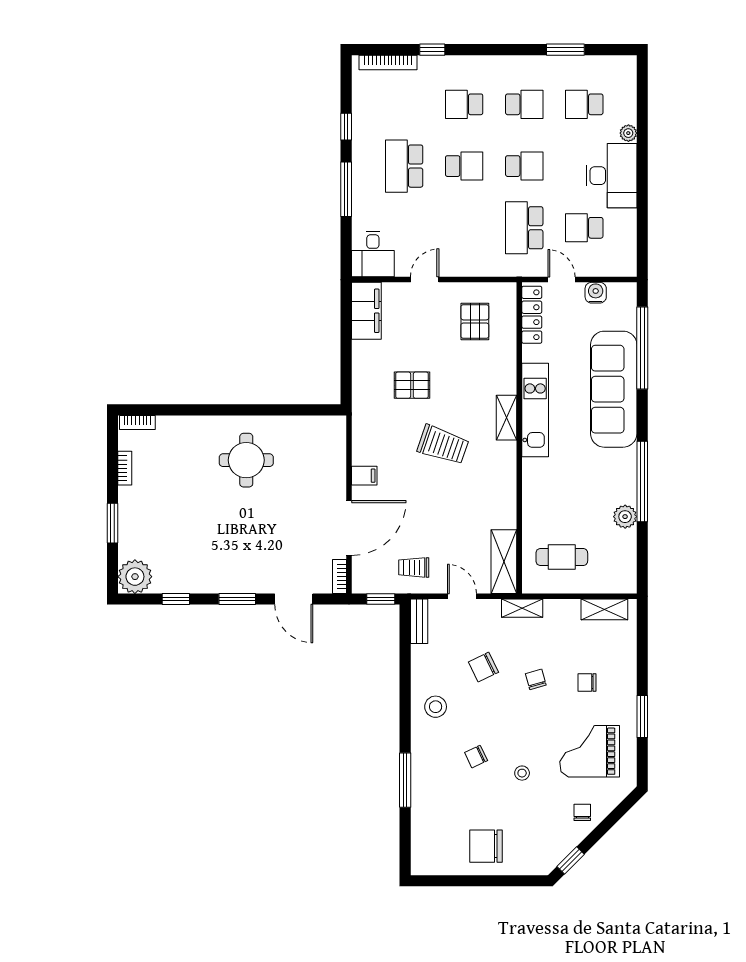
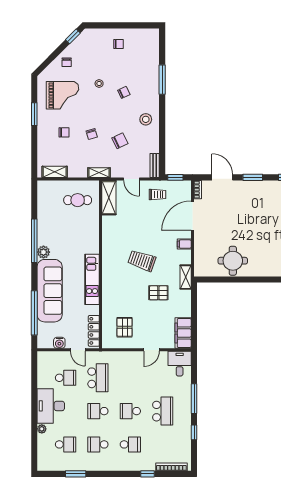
shelving: (507, 418) -> (186, 277), moved
round table: (246, 460) -> (233, 261), moved
plant: (625, 517) -> (43, 252), moved
chair: (486, 846) -> (119, 44), width x0.54, depth x0.54

